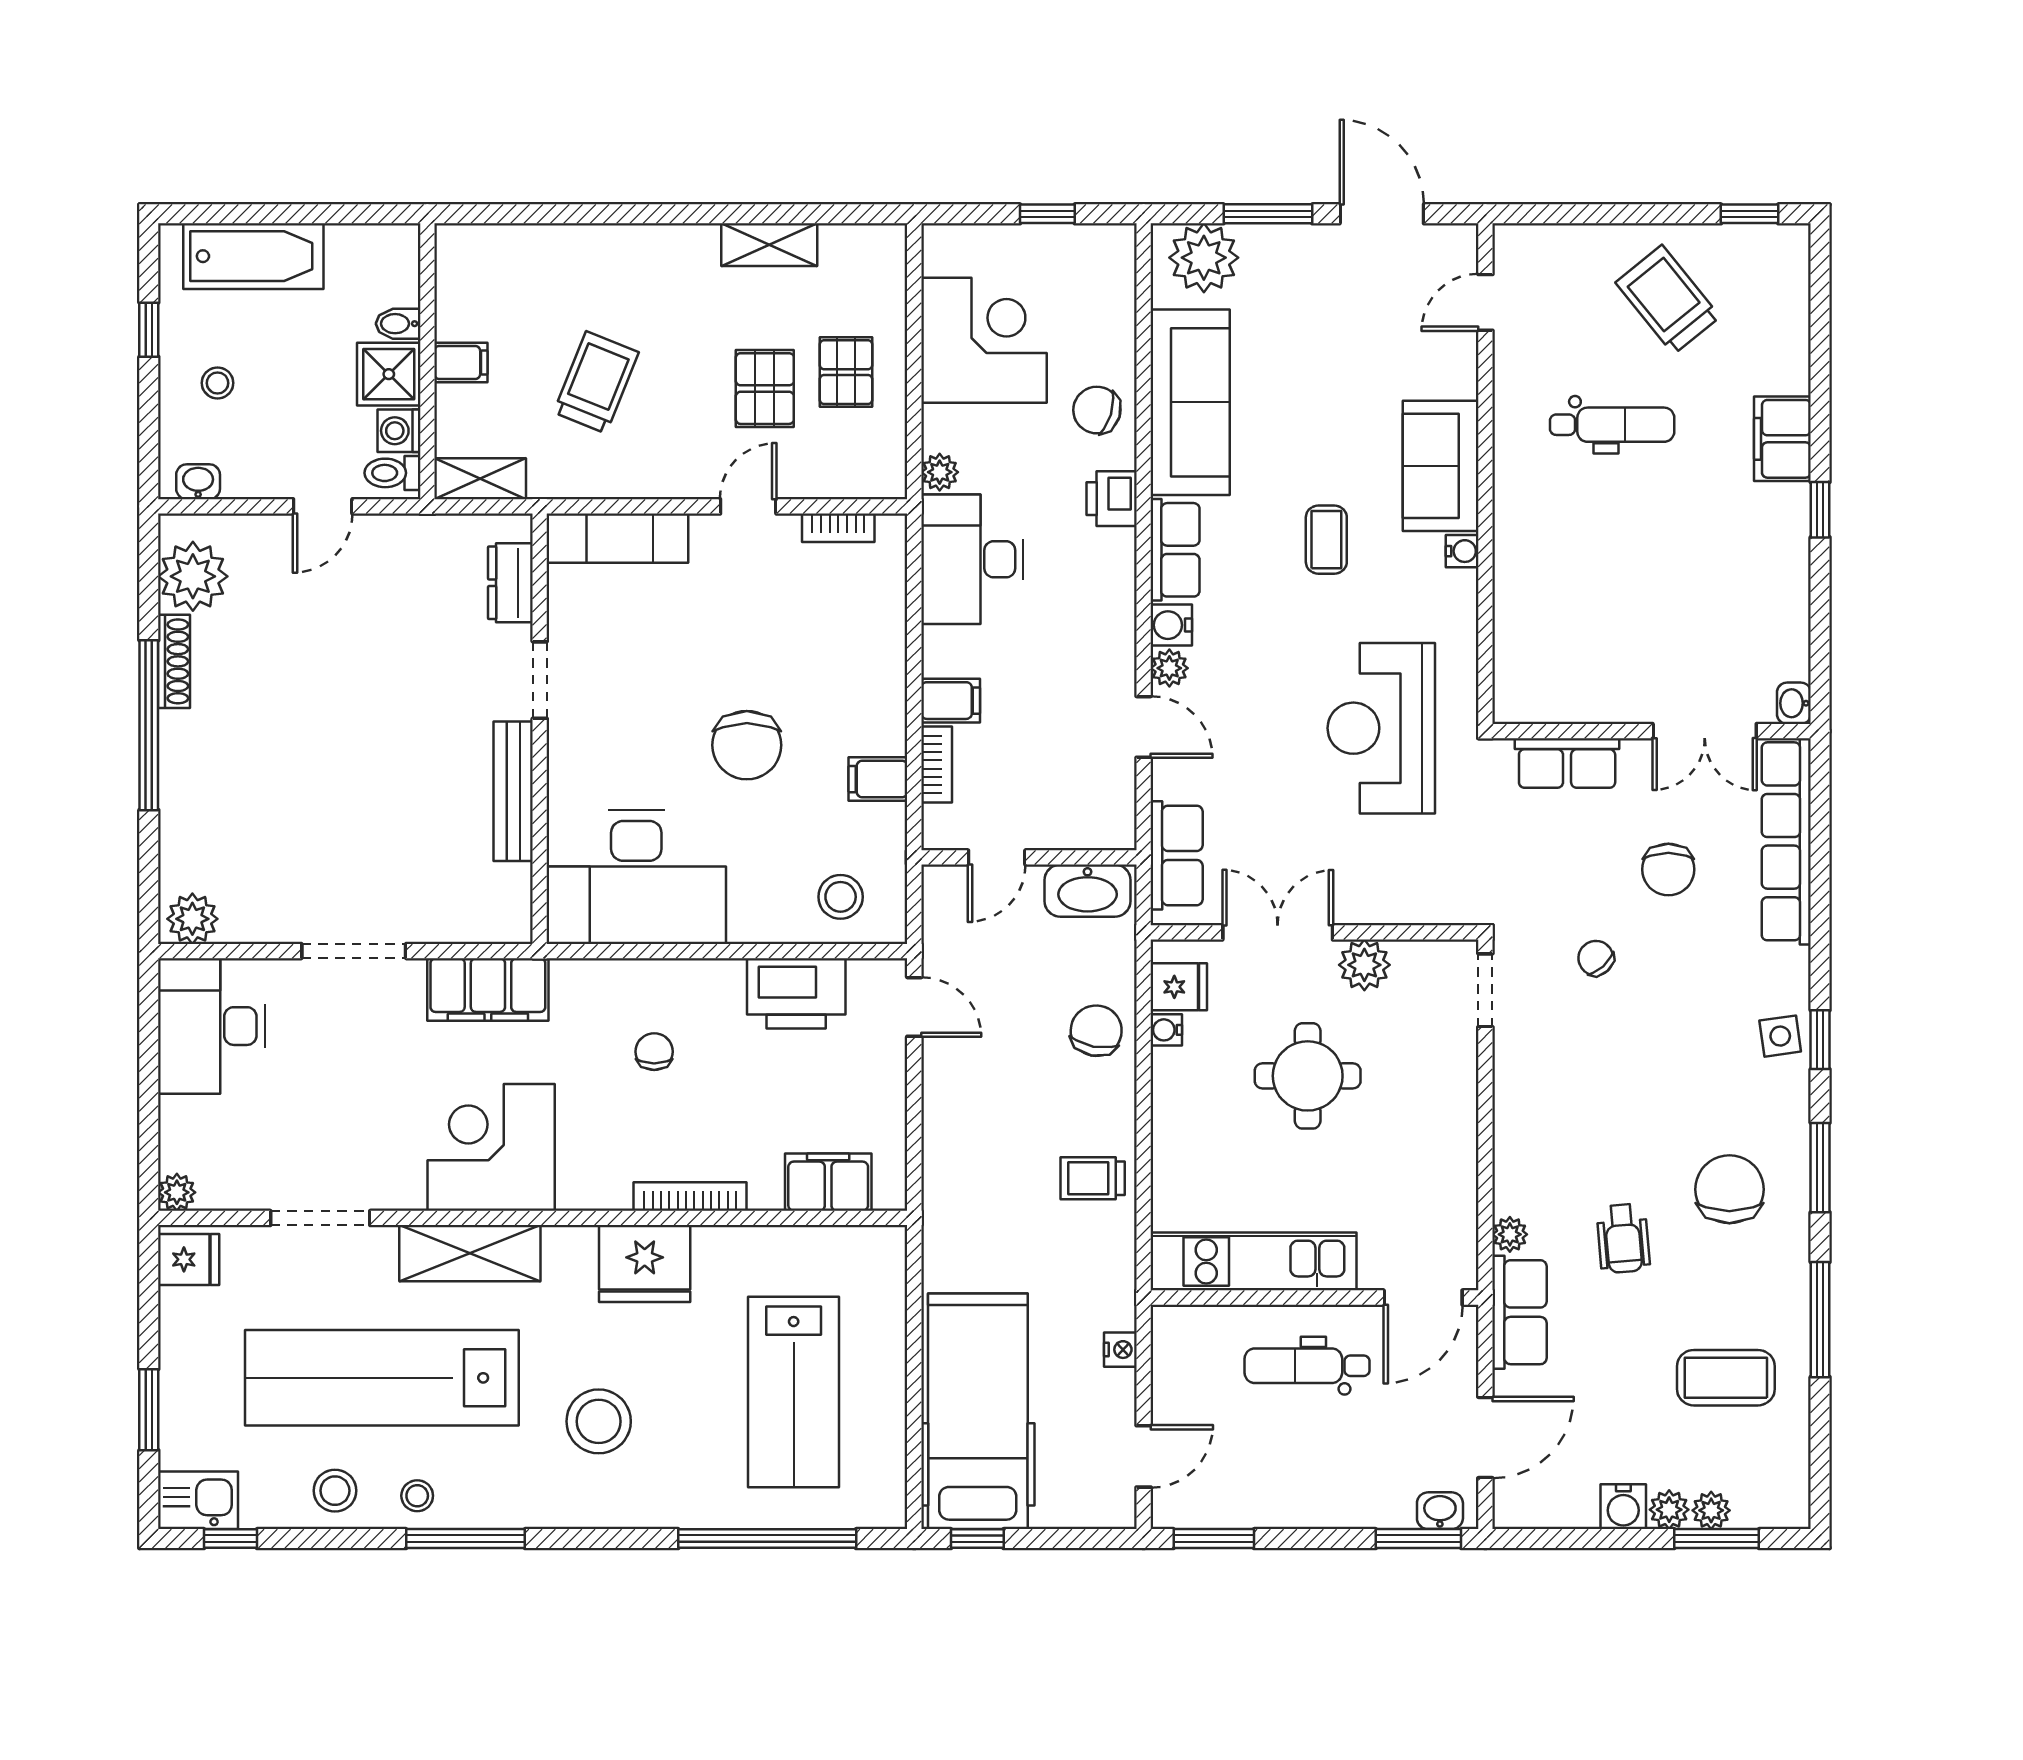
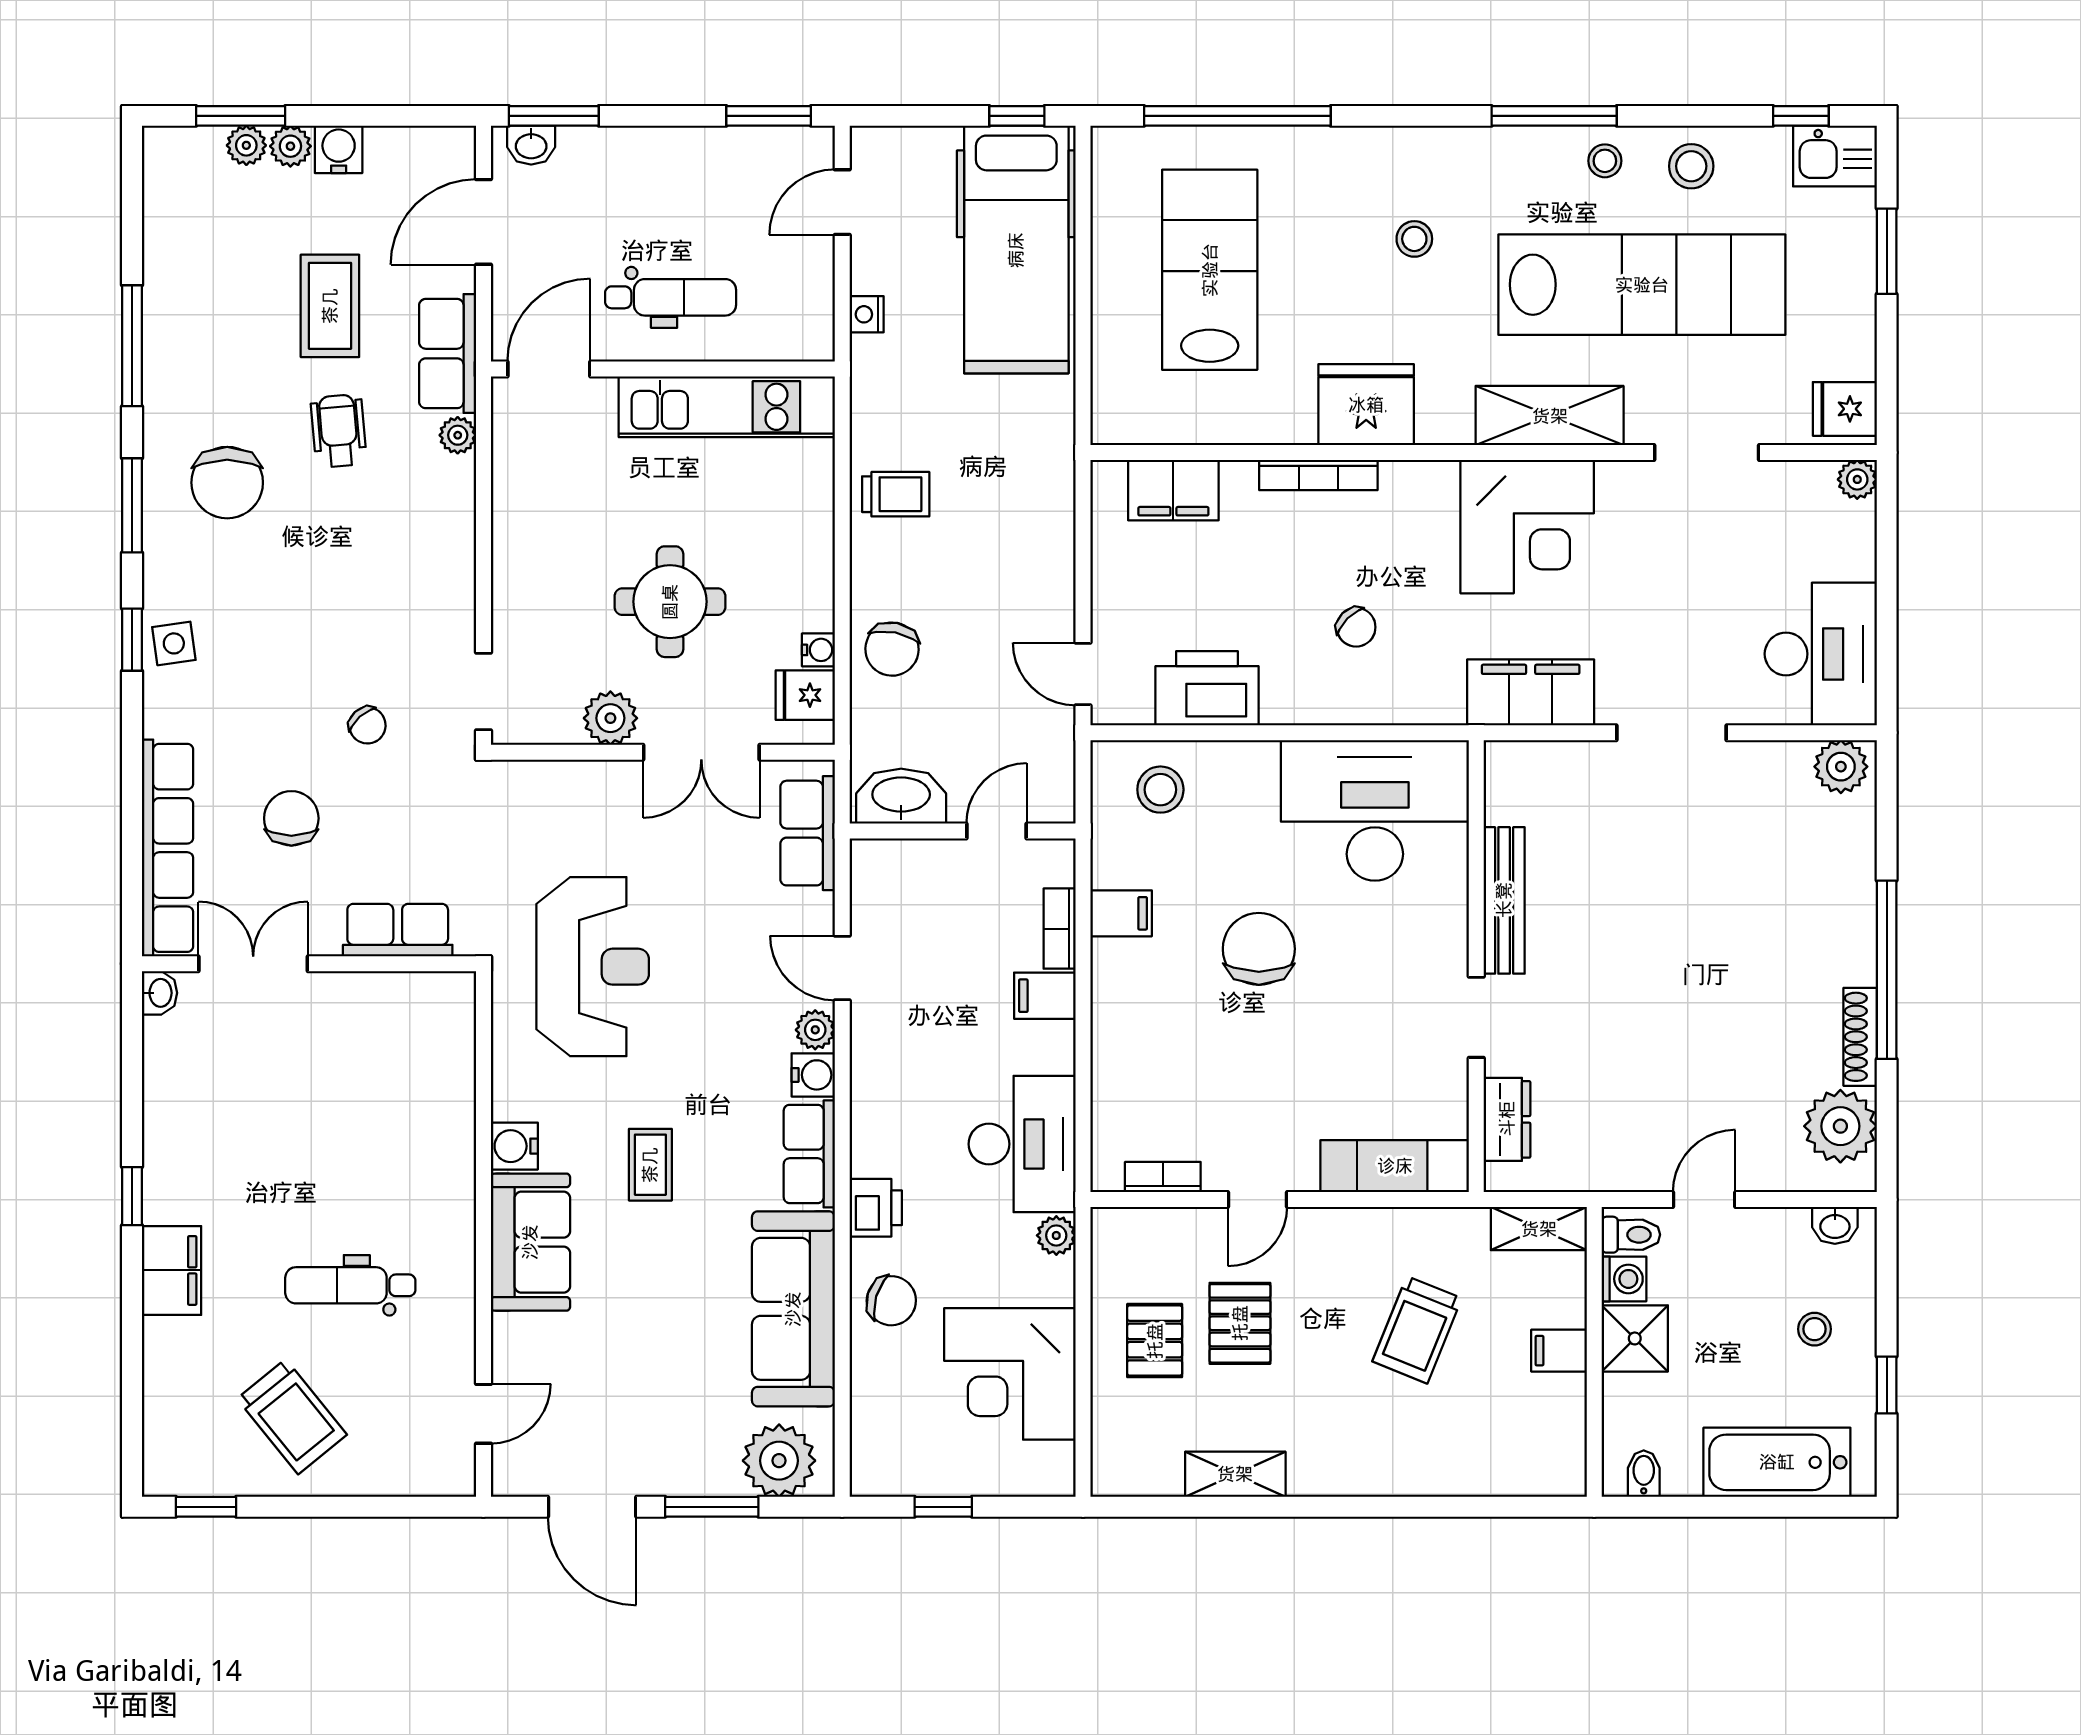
bidet: (398, 324) -> (1644, 1474), moved, turned -90
water cooler: (1462, 551) -> (514, 1146), width x1.38, depth x1.38
chair: (654, 1052) -> (1356, 627), turned -45
coffee table: (1726, 1378) -> (330, 306), moved, turned 90
stool: (599, 1421) -> (1414, 239), width x0.53, depth x0.53

